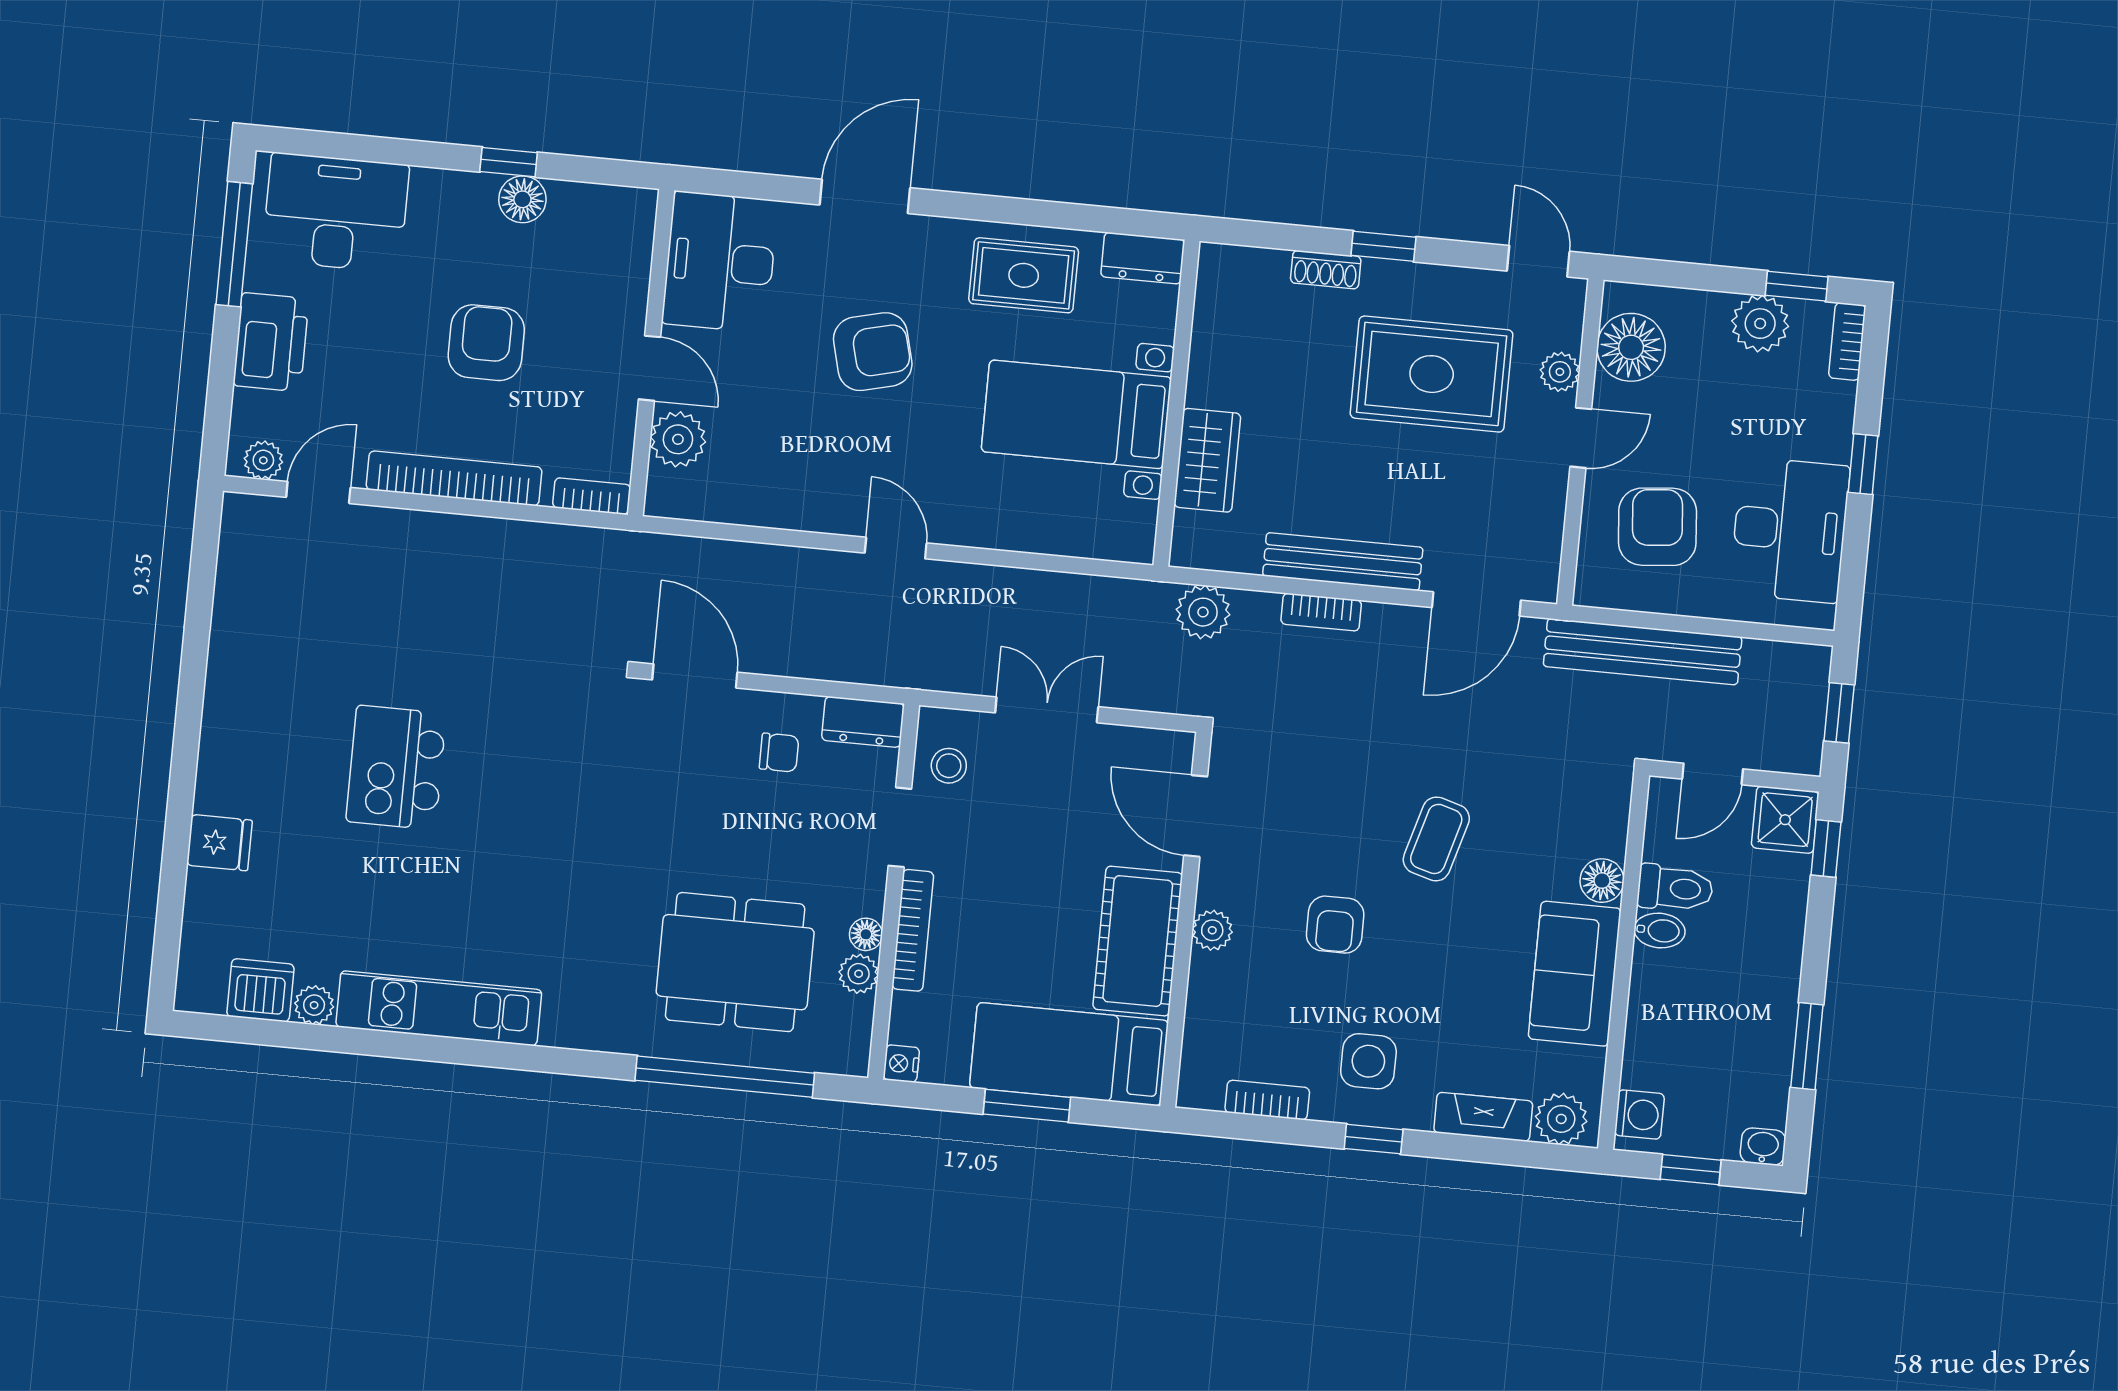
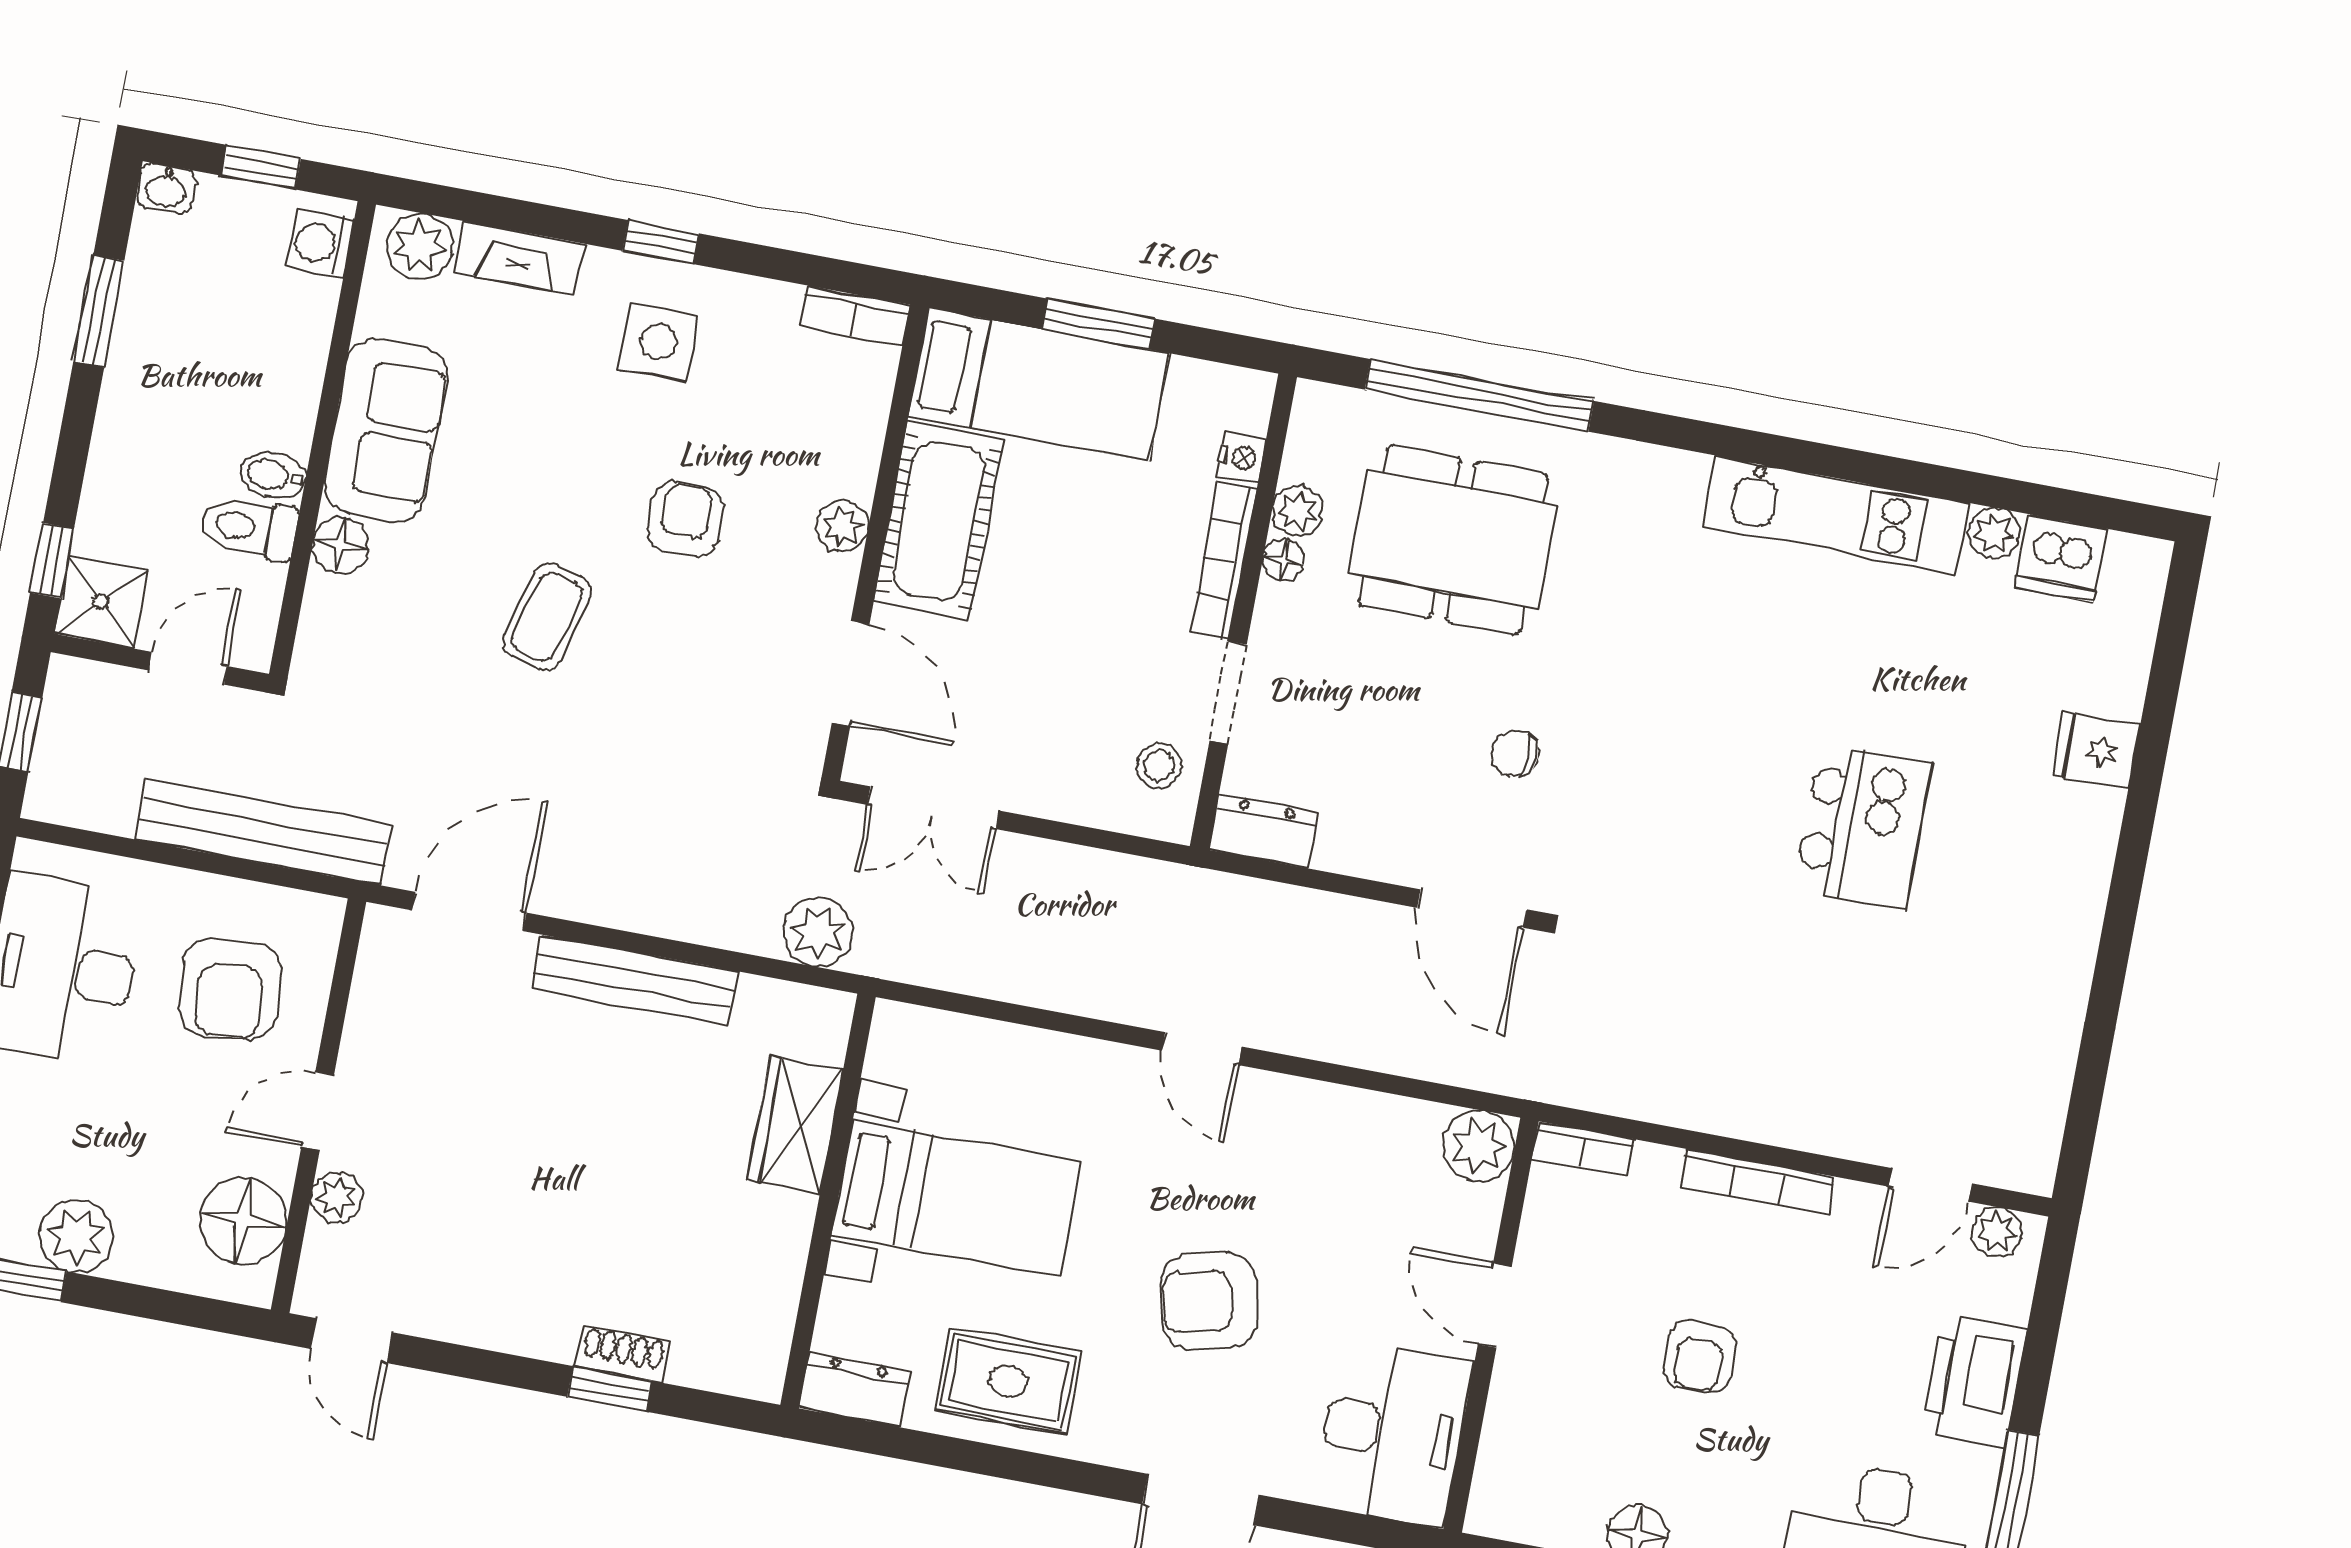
window: (1383, 246) -> (610, 1389), moved
armchair: (486, 343) -> (1700, 1356), width x0.72, depth x0.72
rug: (1432, 374) -> (500, 1209), removed
plant: (678, 439) -> (1479, 1146), moved
bookcase: (454, 478) -> (1757, 1182), width x0.68, depth x0.76
bookcase: (1321, 612) -> (668, 919), removed
double door: (1047, 710) -> (933, 808), moved
chair: (779, 753) -> (1515, 754), moved
nightstand: (901, 1064) -> (1241, 457), moved
bookcase: (1267, 1100) -> (854, 316), moved

